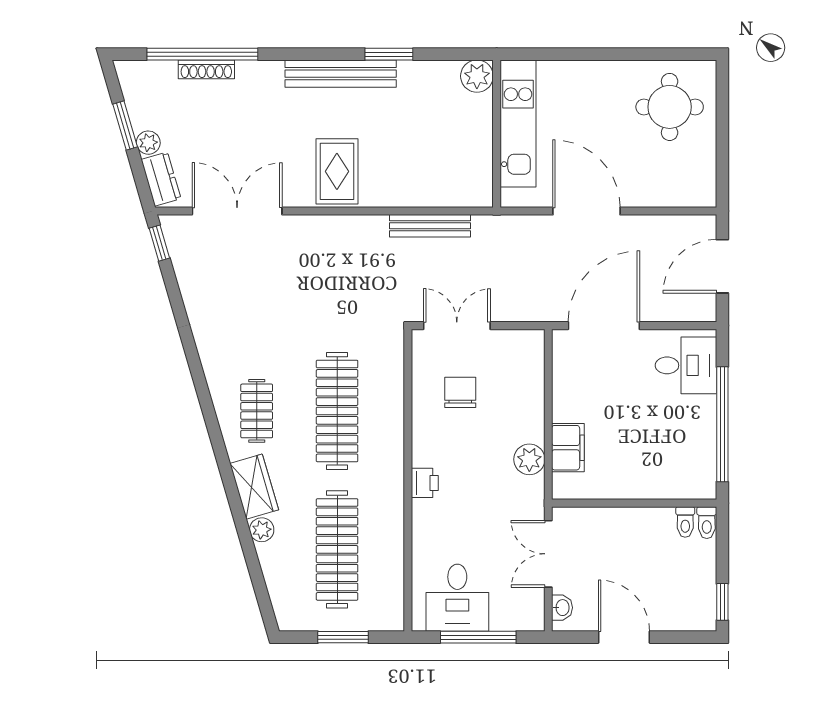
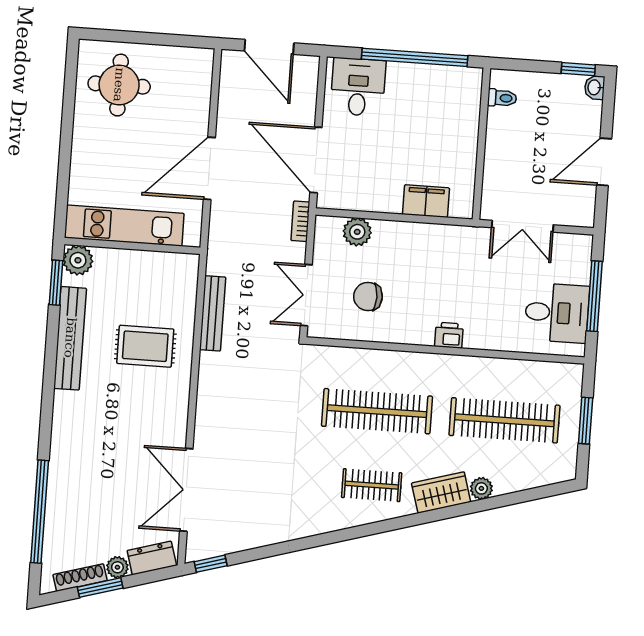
window: (389, 54) -> (56, 283), moved
shoe rack: (206, 69) -> (80, 578), moved, turned -106
bench: (341, 74) -> (70, 338), moved
rug: (337, 171) -> (145, 346), moved
bookcase: (536, 313) -> (300, 221), added
plant: (529, 459) -> (357, 232), moved
toilet: (707, 523) -> (504, 78), removed
washbasin: (562, 608) -> (595, 87), moved, turned -90

